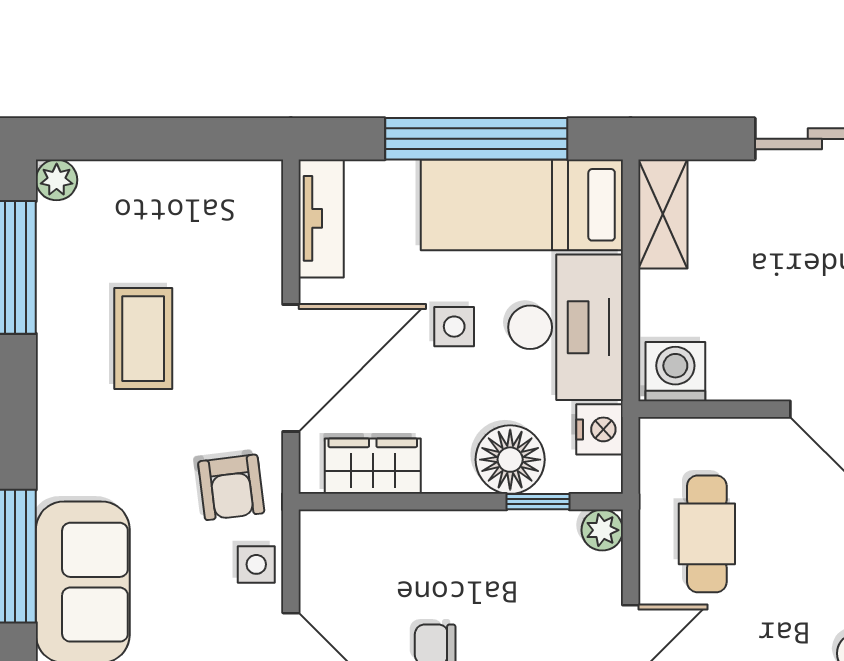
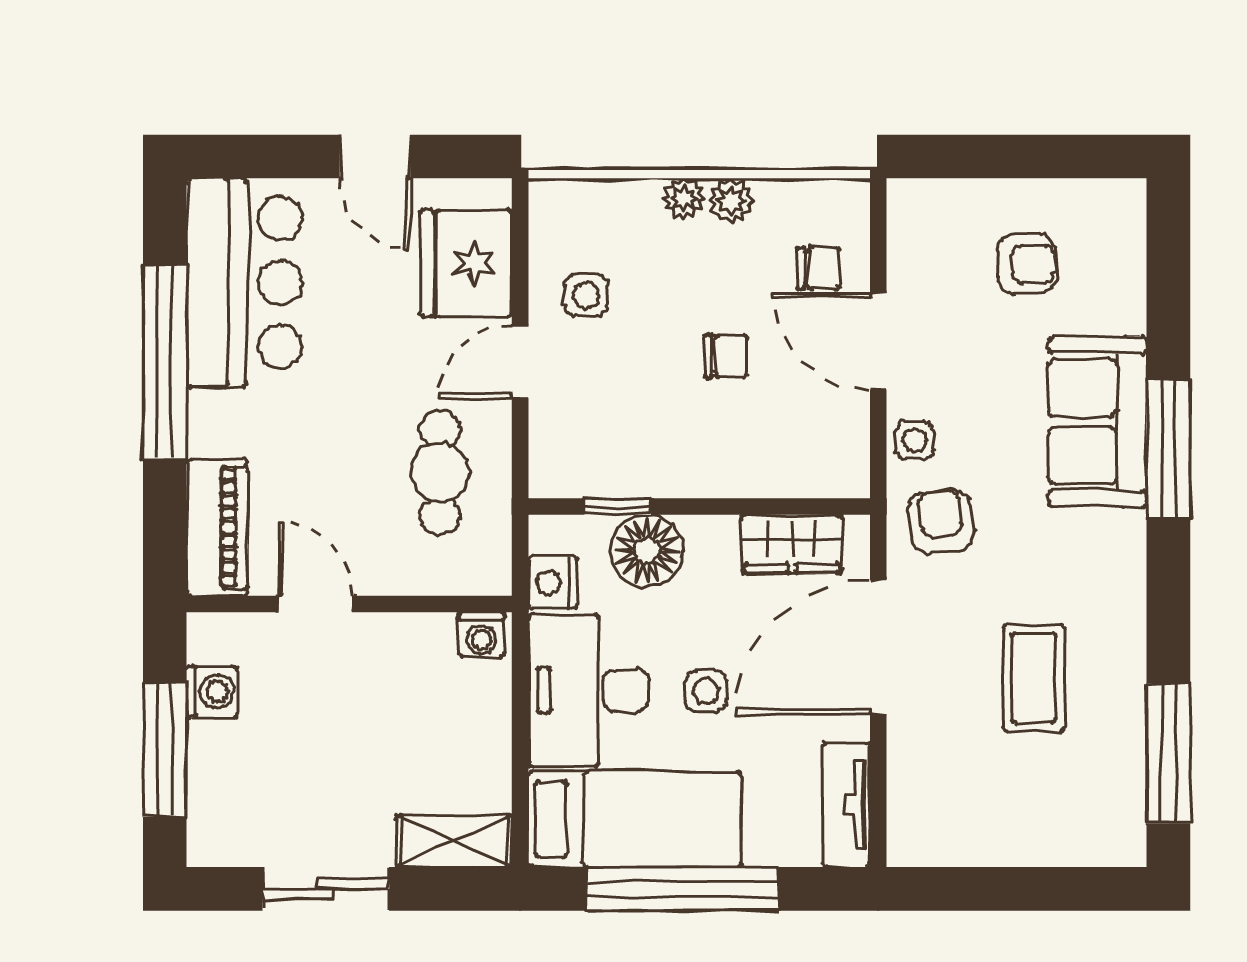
plant: (57, 180) -> (1125, 846), removed
shelving: (663, 214) -> (454, 841), moved, turned 90
washing machine: (675, 372) -> (481, 635), width x0.73, depth x0.73
plant: (602, 530) -> (550, 477), removed

